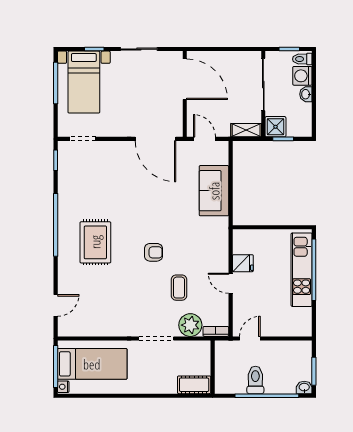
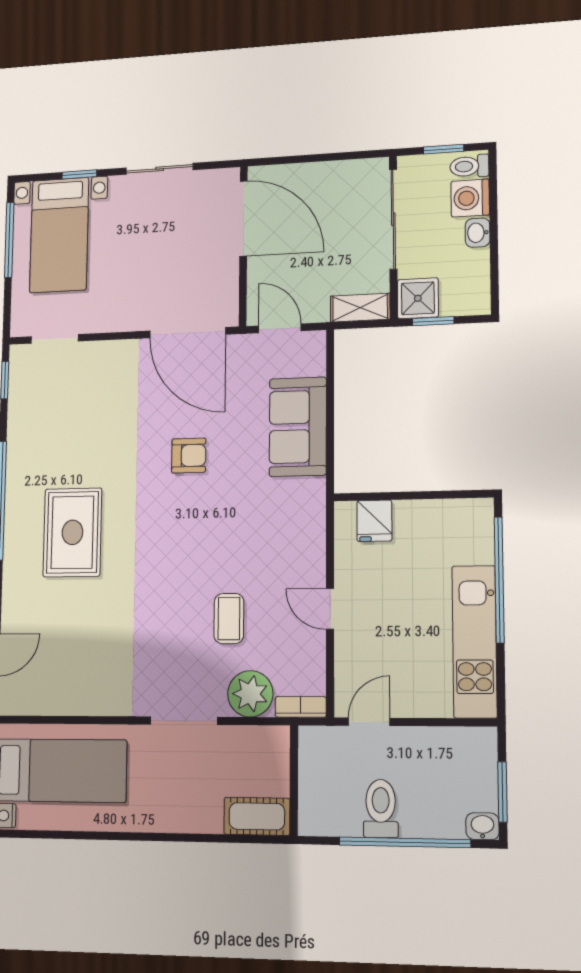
armchair: (153, 252) -> (189, 456), moved
fridge: (243, 263) -> (374, 521), moved, turned 90
kitchen unit: (302, 270) -> (474, 641), moved

